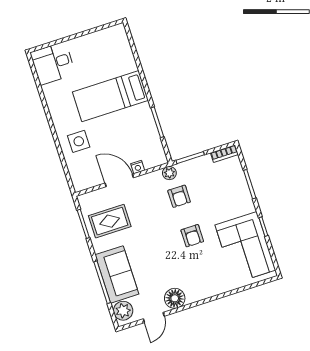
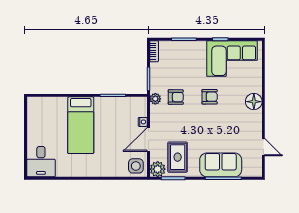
side table: (79, 141) -> (136, 166), moved
floor lamp: (175, 298) -> (254, 102), moved
plant: (123, 311) -> (158, 169), moved

